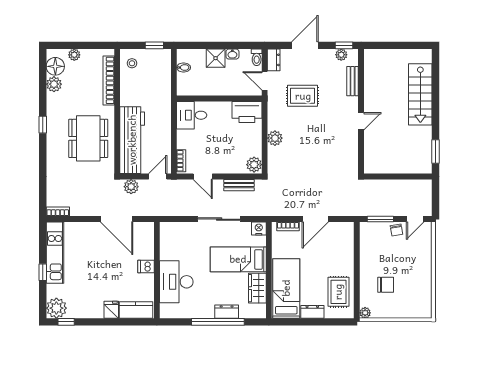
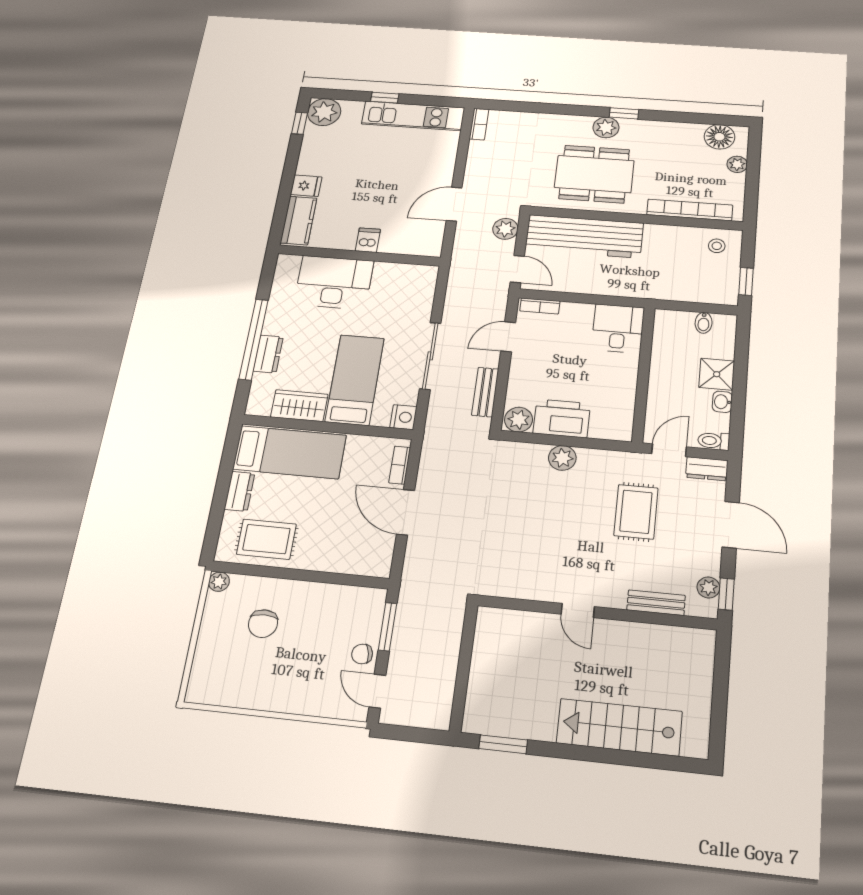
plant: (54, 84) -> (606, 127), moved
printer: (247, 112) -> (562, 418), moved, turned 90
door: (117, 219) -> (454, 204), width x0.73

